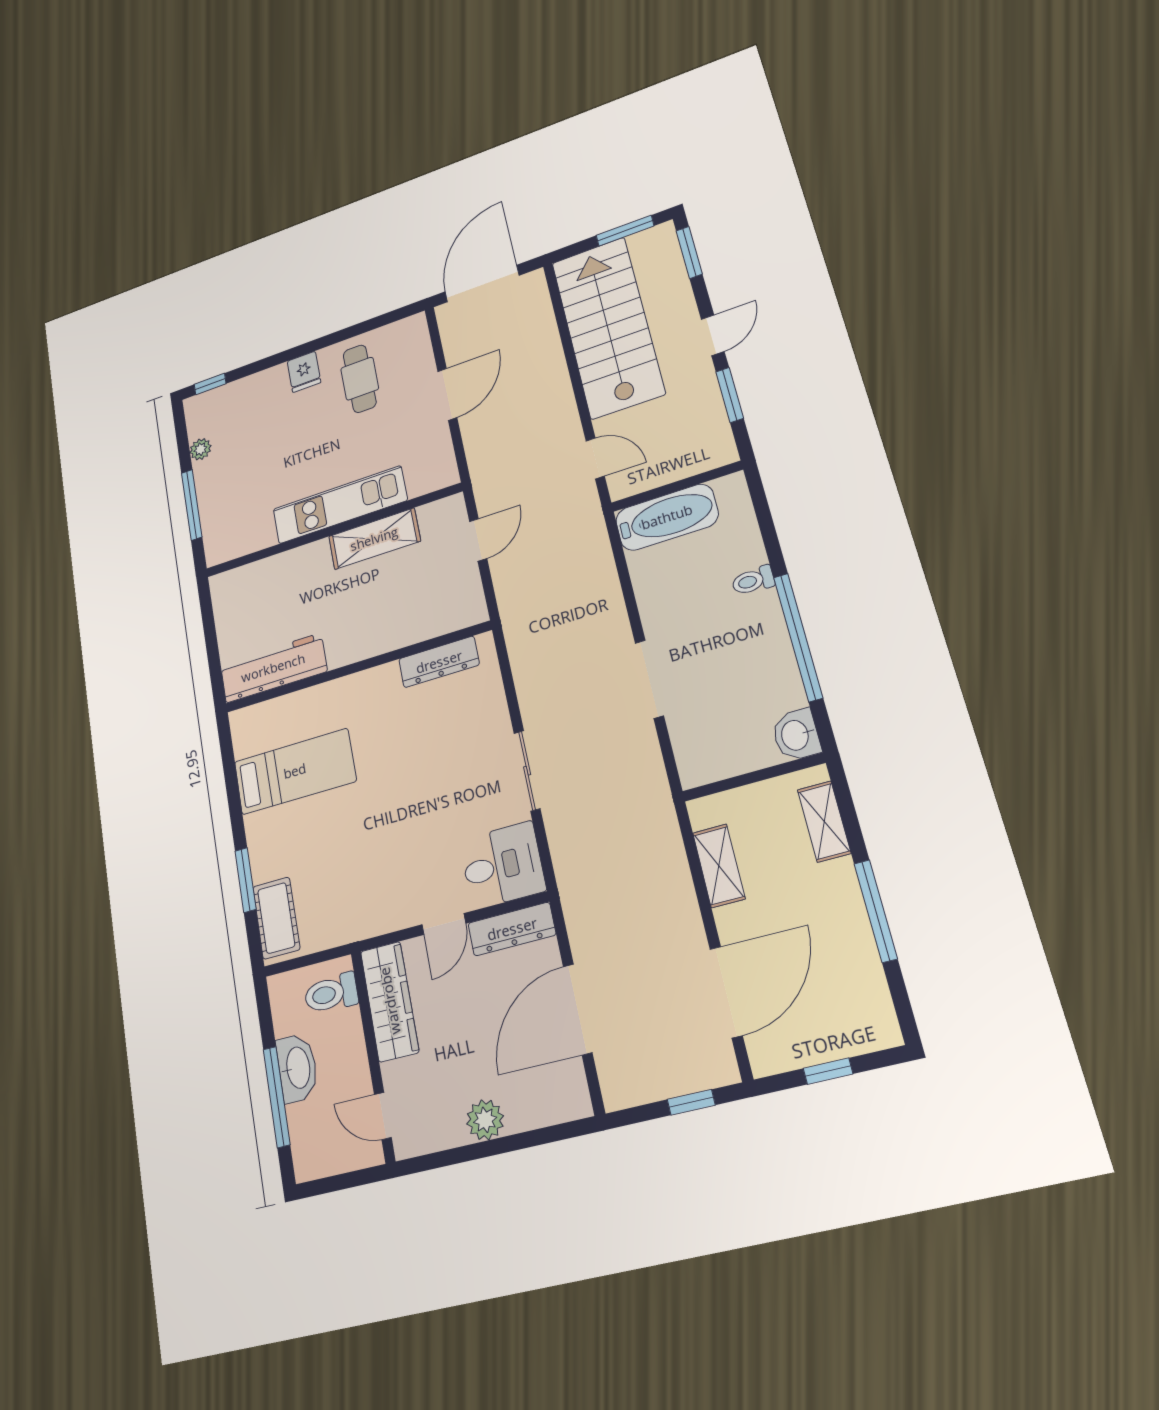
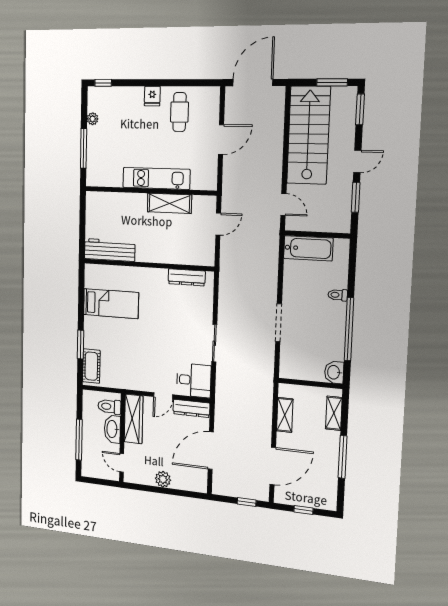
washbasin: (297, 1068) -> (112, 429), moved, turned 180

